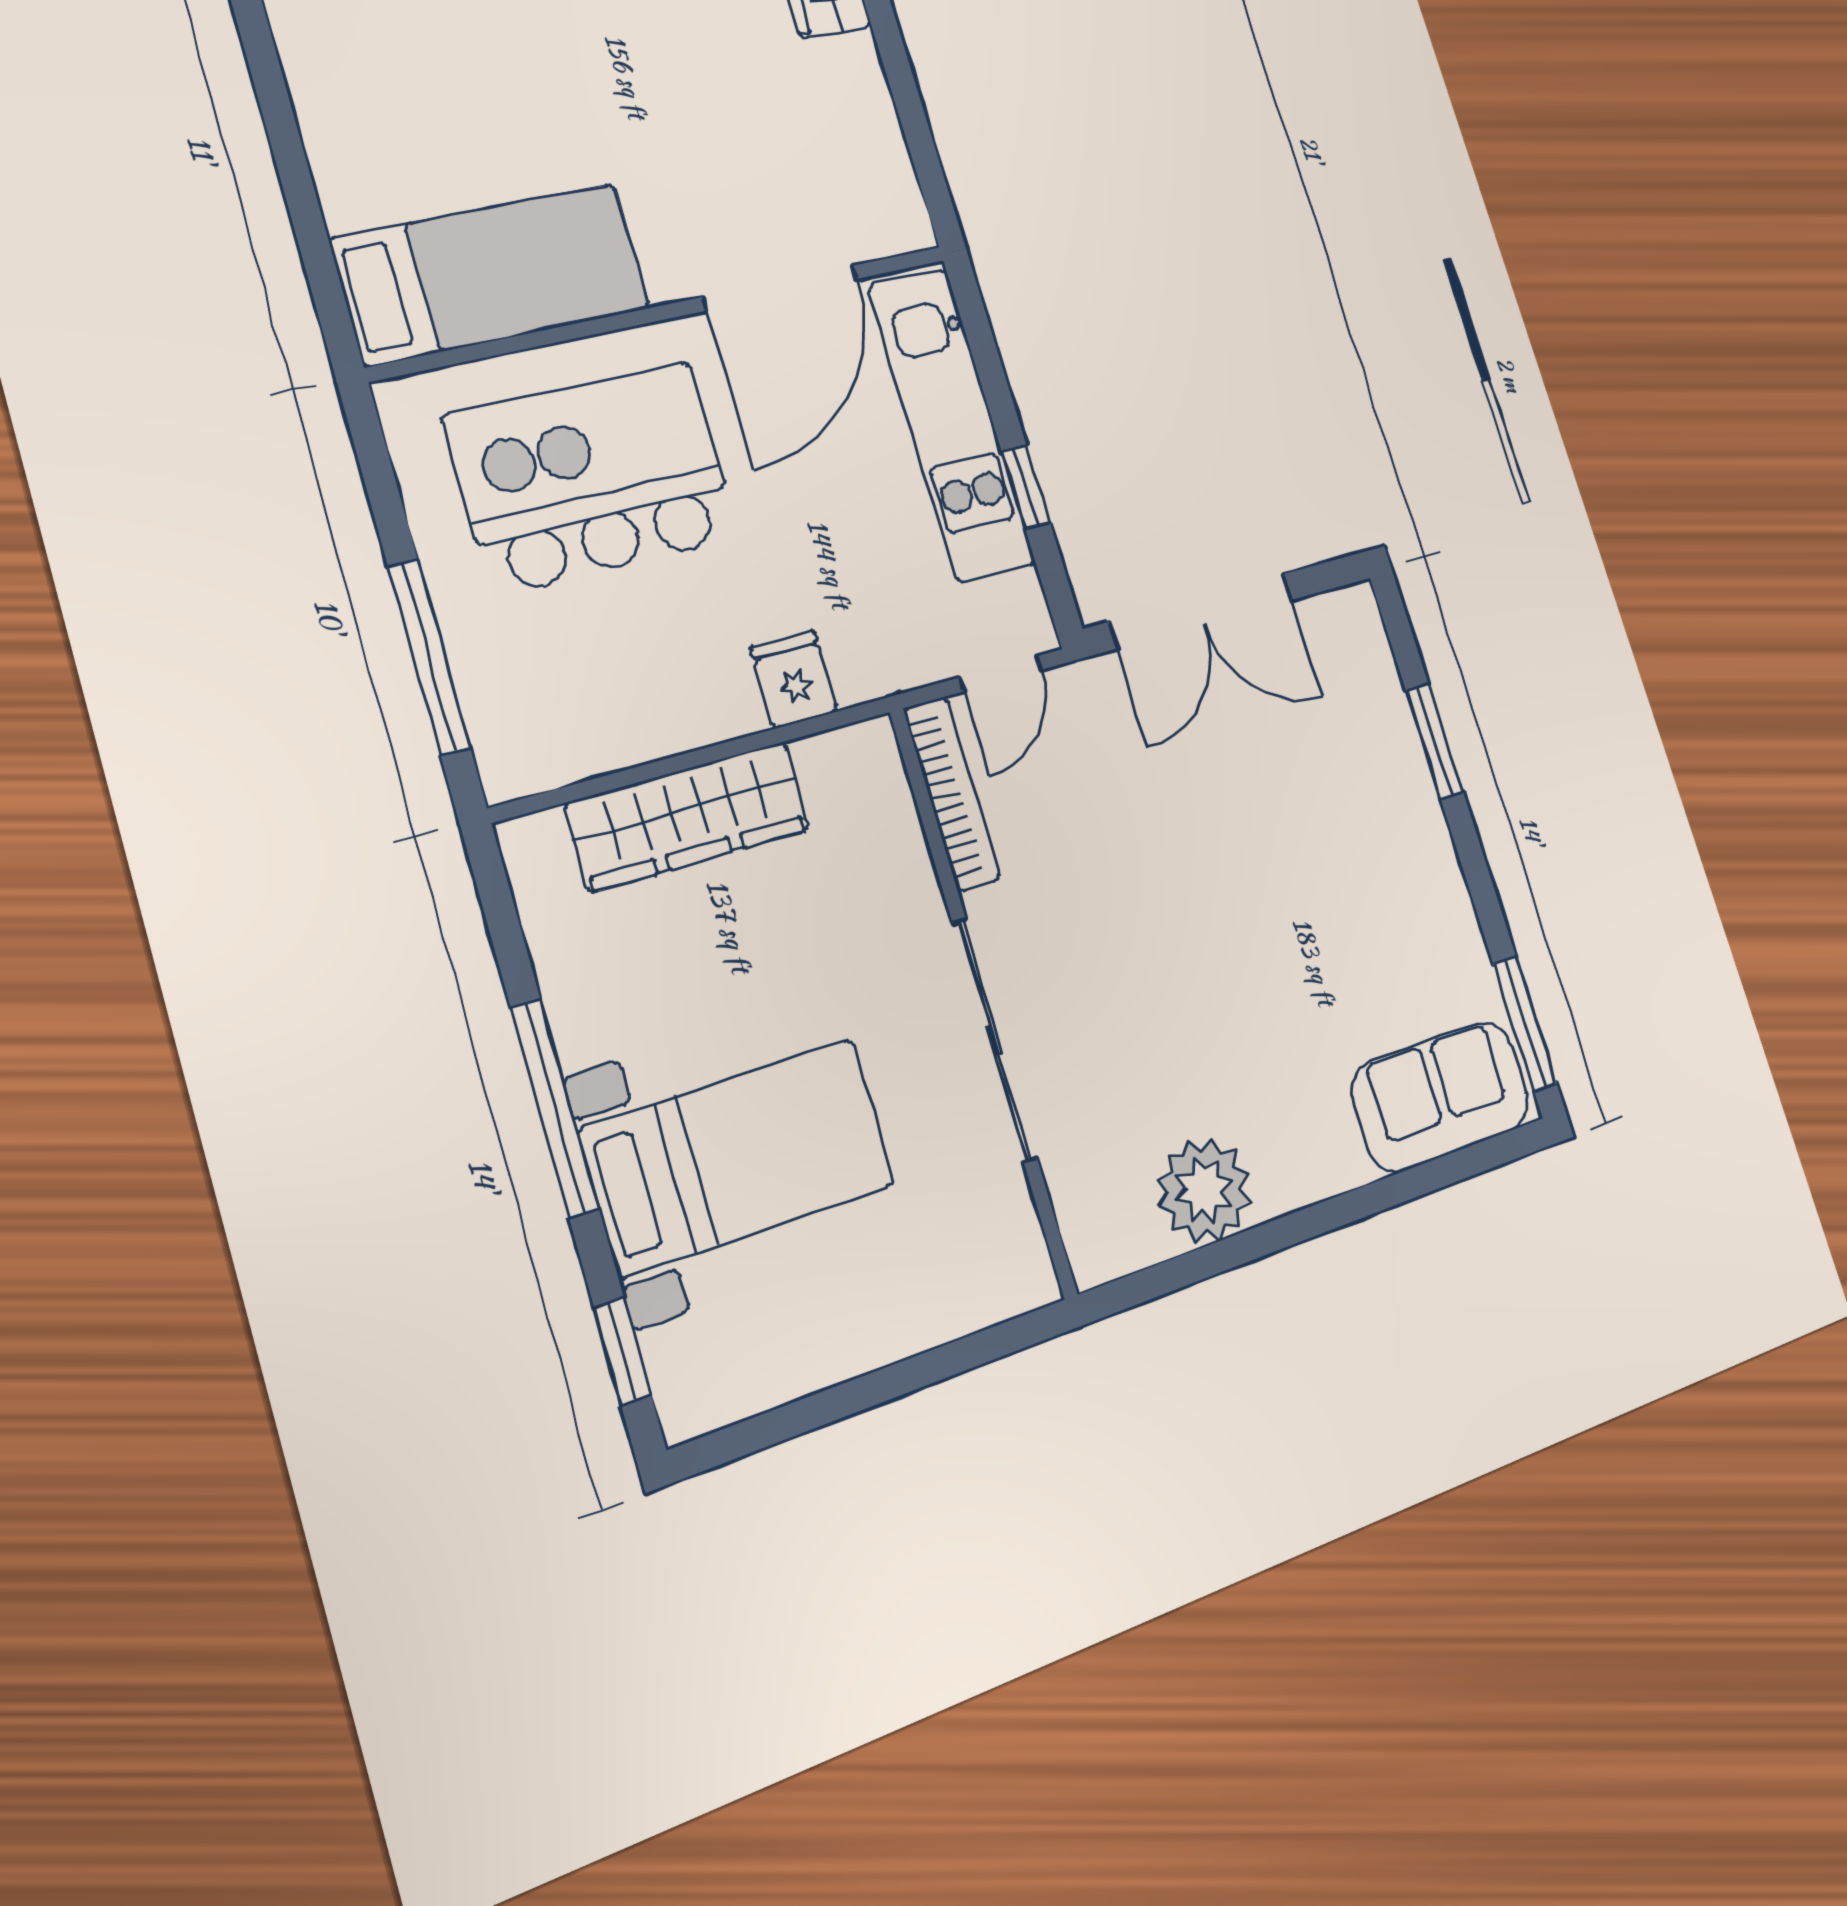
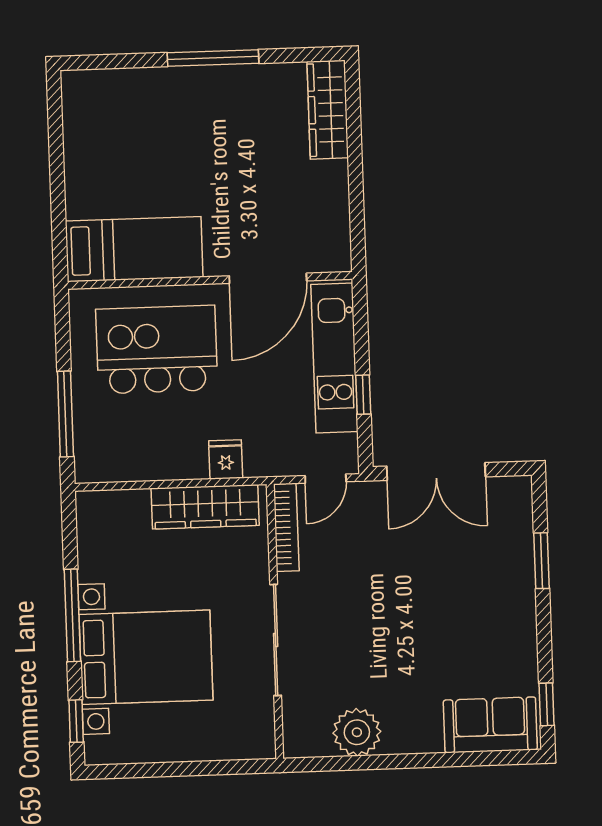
wardrobe: (688, 816) -> (205, 507), moved
window: (1525, 1024) -> (547, 704), width x0.67
bed with nightstands: (738, 1157) -> (146, 657), width x1.36

